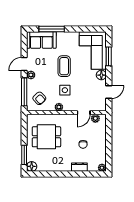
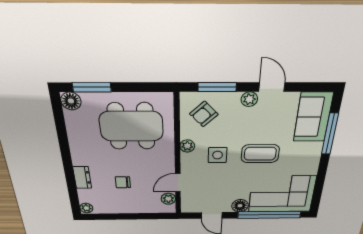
window: (109, 56) -> (269, 215), width x2.11
window: (24, 92) -> (217, 87), width x0.69
door: (84, 113) -> (178, 183), hinge flipped
dining table: (46, 137) -> (131, 126), width x1.38

